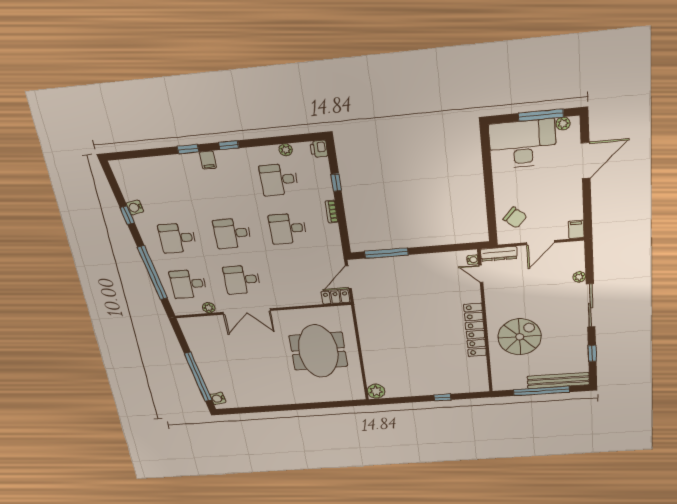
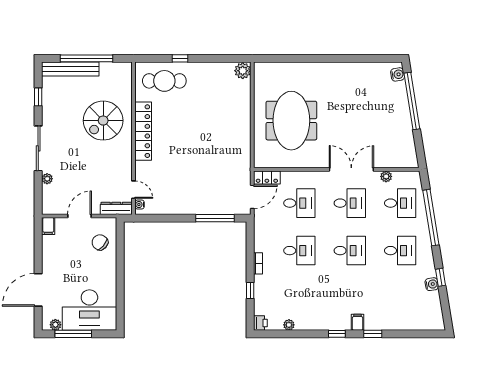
desk: (279, 180) -> (299, 203), moved
cafe table: (457, 377) -> (164, 81), added

